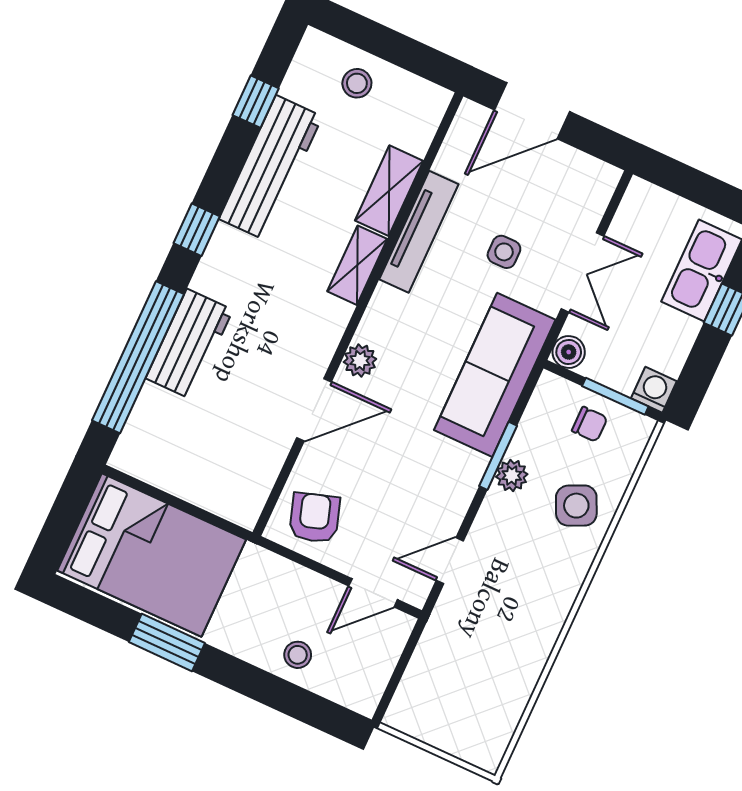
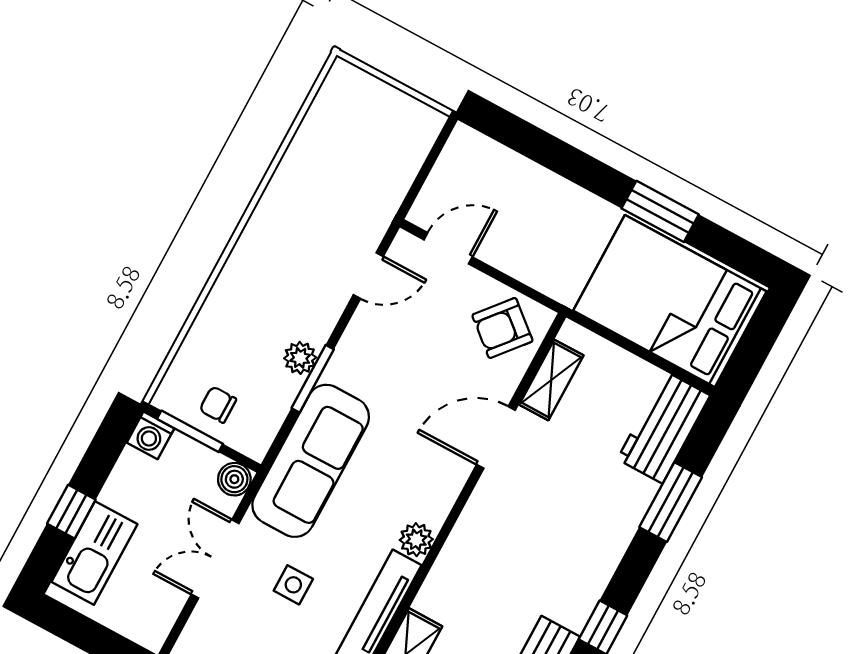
shelving: (357, 265) -> (551, 380), moved
workbench: (189, 344) -> (664, 427), moved
window: (138, 357) -> (671, 502), width x0.47
plant: (360, 361) -> (416, 540), moved
side table: (576, 506) -> (237, 323), removed
armchair: (315, 518) -> (502, 328), turned 58
stool: (298, 655) -> (529, 190), removed

